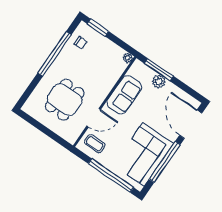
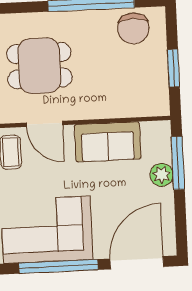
window: (98, 28) -> (173, 68), moved
chair: (81, 43) -> (133, 28), width x1.87, depth x1.87
plant: (128, 58) -> (162, 108), removed

